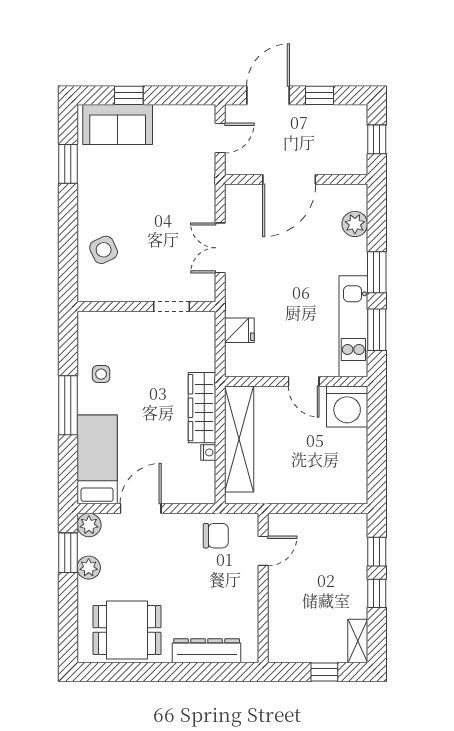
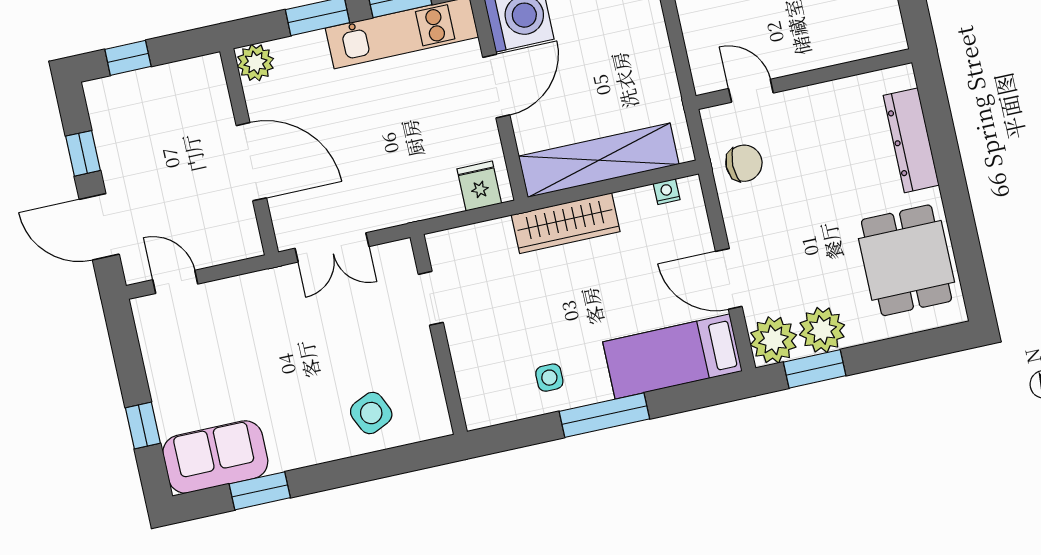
sofa: (118, 124) -> (215, 457), moved, turned -90
door: (289, 179) -> (251, 162), moved
wall: (296, 179) -> (249, 152), moved
fridge: (239, 330) -> (479, 186), moved
door: (304, 381) -> (496, 86), width x1.38
nightstand: (208, 452) -> (667, 192), moved
plant: (89, 525) -> (773, 340), width x1.36, depth x1.36
chair: (216, 536) -> (744, 163), turned 90
plant: (89, 568) -> (822, 330), width x1.36, depth x1.36

